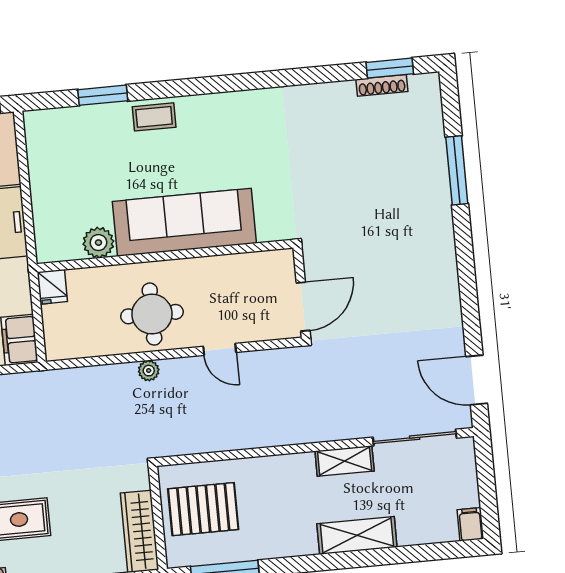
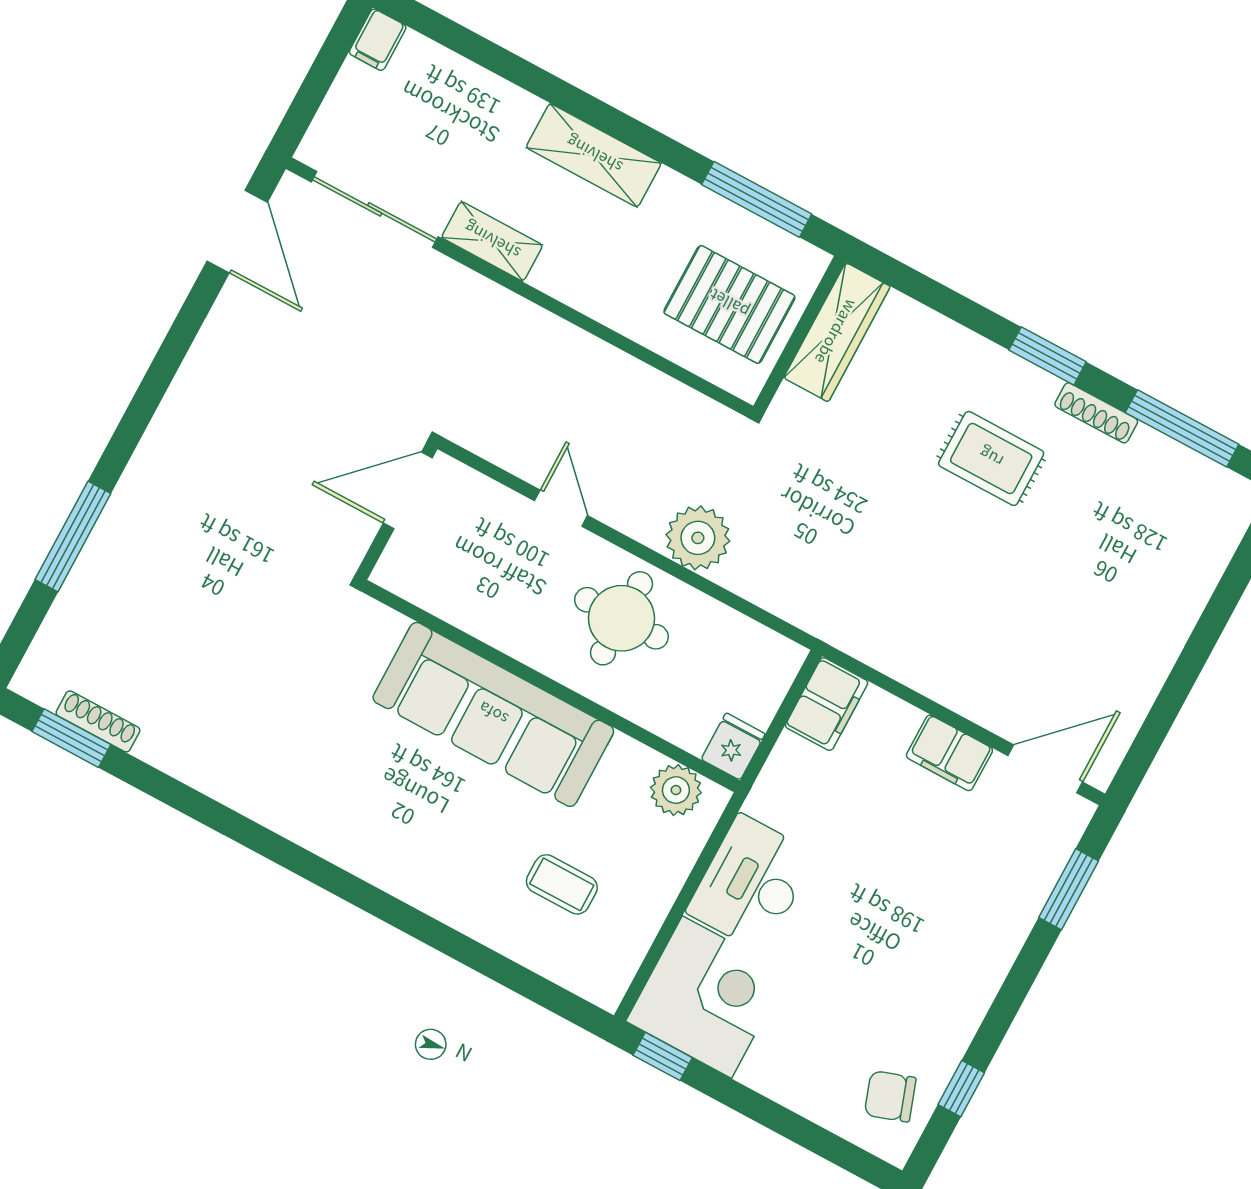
window: (103, 95) -> (489, 963), removed
coffee table: (154, 117) -> (562, 884), moved
plant: (98, 243) -> (676, 790), moved
plant: (149, 371) -> (698, 538), width x1.88, depth x1.88
shelving: (357, 535) -> (594, 155), moved

